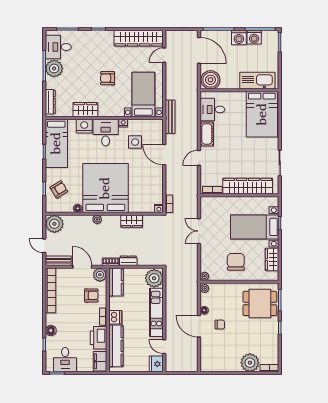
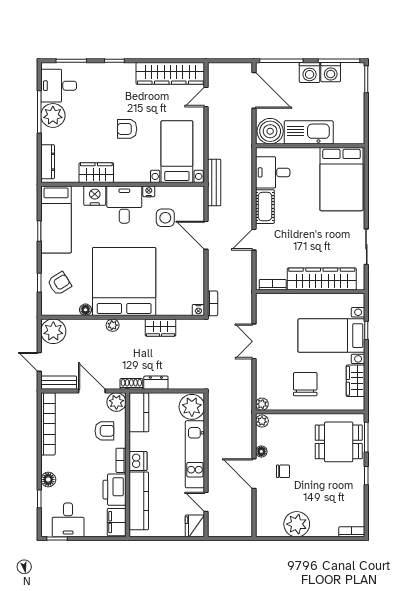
kitchen sink: (257, 81) -> (309, 132), moved
plant: (250, 363) -> (297, 524), moved

